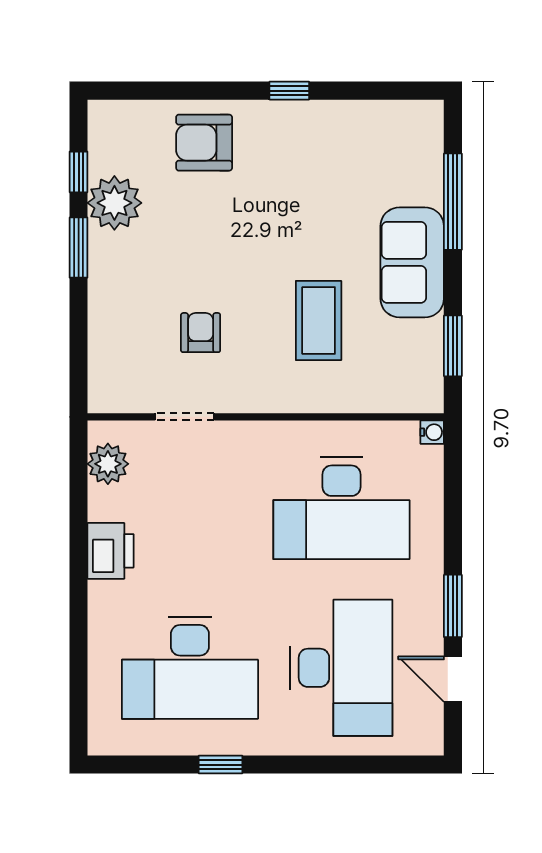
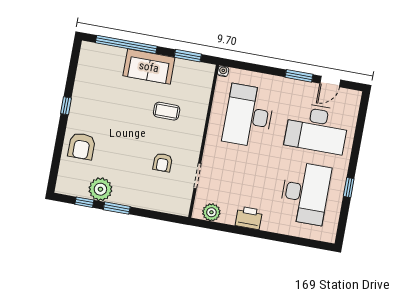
window: (453, 202) -> (126, 44), width x1.46
coffee table: (319, 320) -> (167, 111), width x0.73, depth x0.77
armchair: (201, 333) -> (163, 162), turned -90
desk: (341, 508) -> (249, 116), turned 180
desk: (341, 668) -> (317, 128), turned 180

